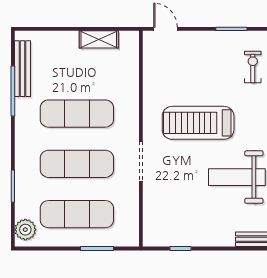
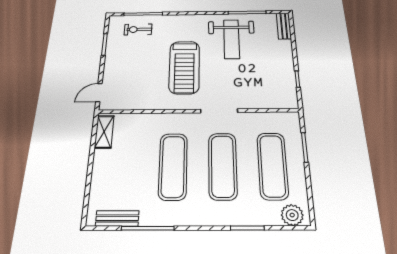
shelving: (99, 39) -> (104, 132), moved
bench: (23, 69) -> (117, 218), width x0.73

